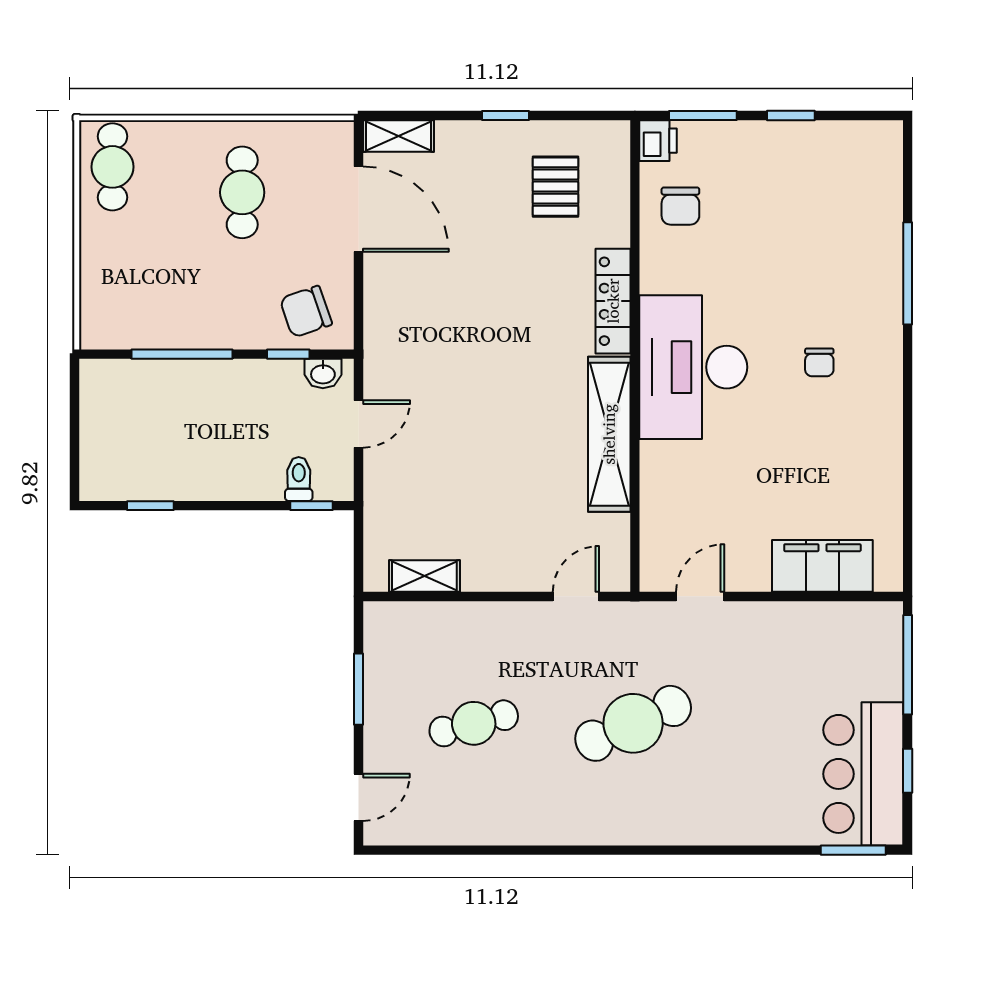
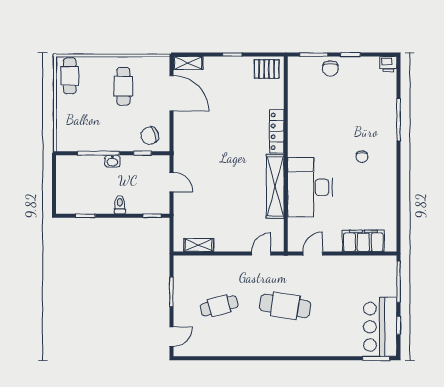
printer: (658, 141) -> (388, 64), moved, turned 90
pallet: (556, 187) -> (267, 69), moved, turned 90
chair: (680, 206) -> (330, 69), moved
desk: (693, 367) -> (310, 187), moved
washbasin: (323, 374) -> (112, 161), moved
door: (359, 424) -> (171, 182), hinge flipped
toilet: (299, 479) -> (120, 205), moved
cafe table: (633, 723) -> (285, 306), turned 33

